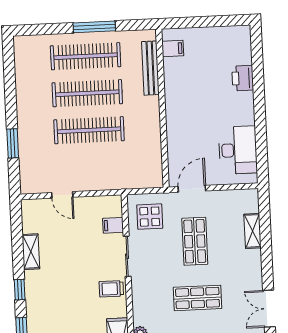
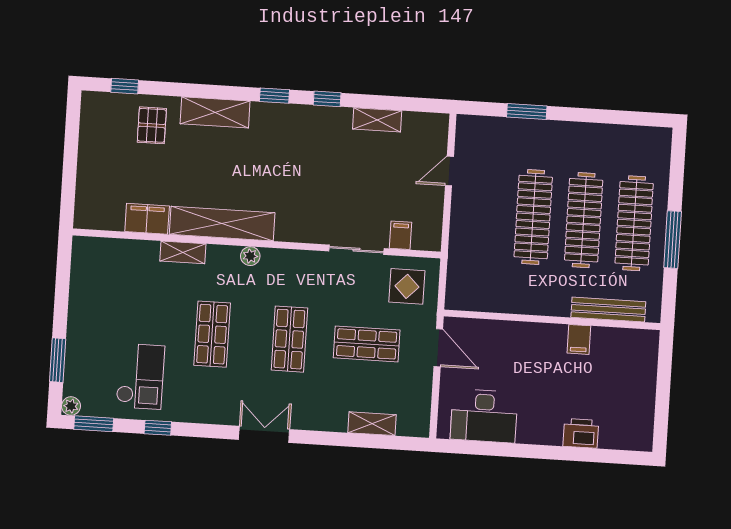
filing cabinet: (173, 49) -> (579, 339), moved
trolley: (111, 289) -> (315, 223), removed

